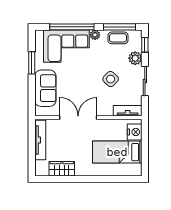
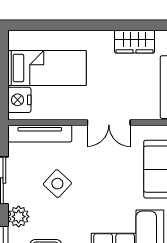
tv unit: (128, 111) -> (40, 133), width x1.41
double door: (78, 118) -> (109, 123), width x0.73

